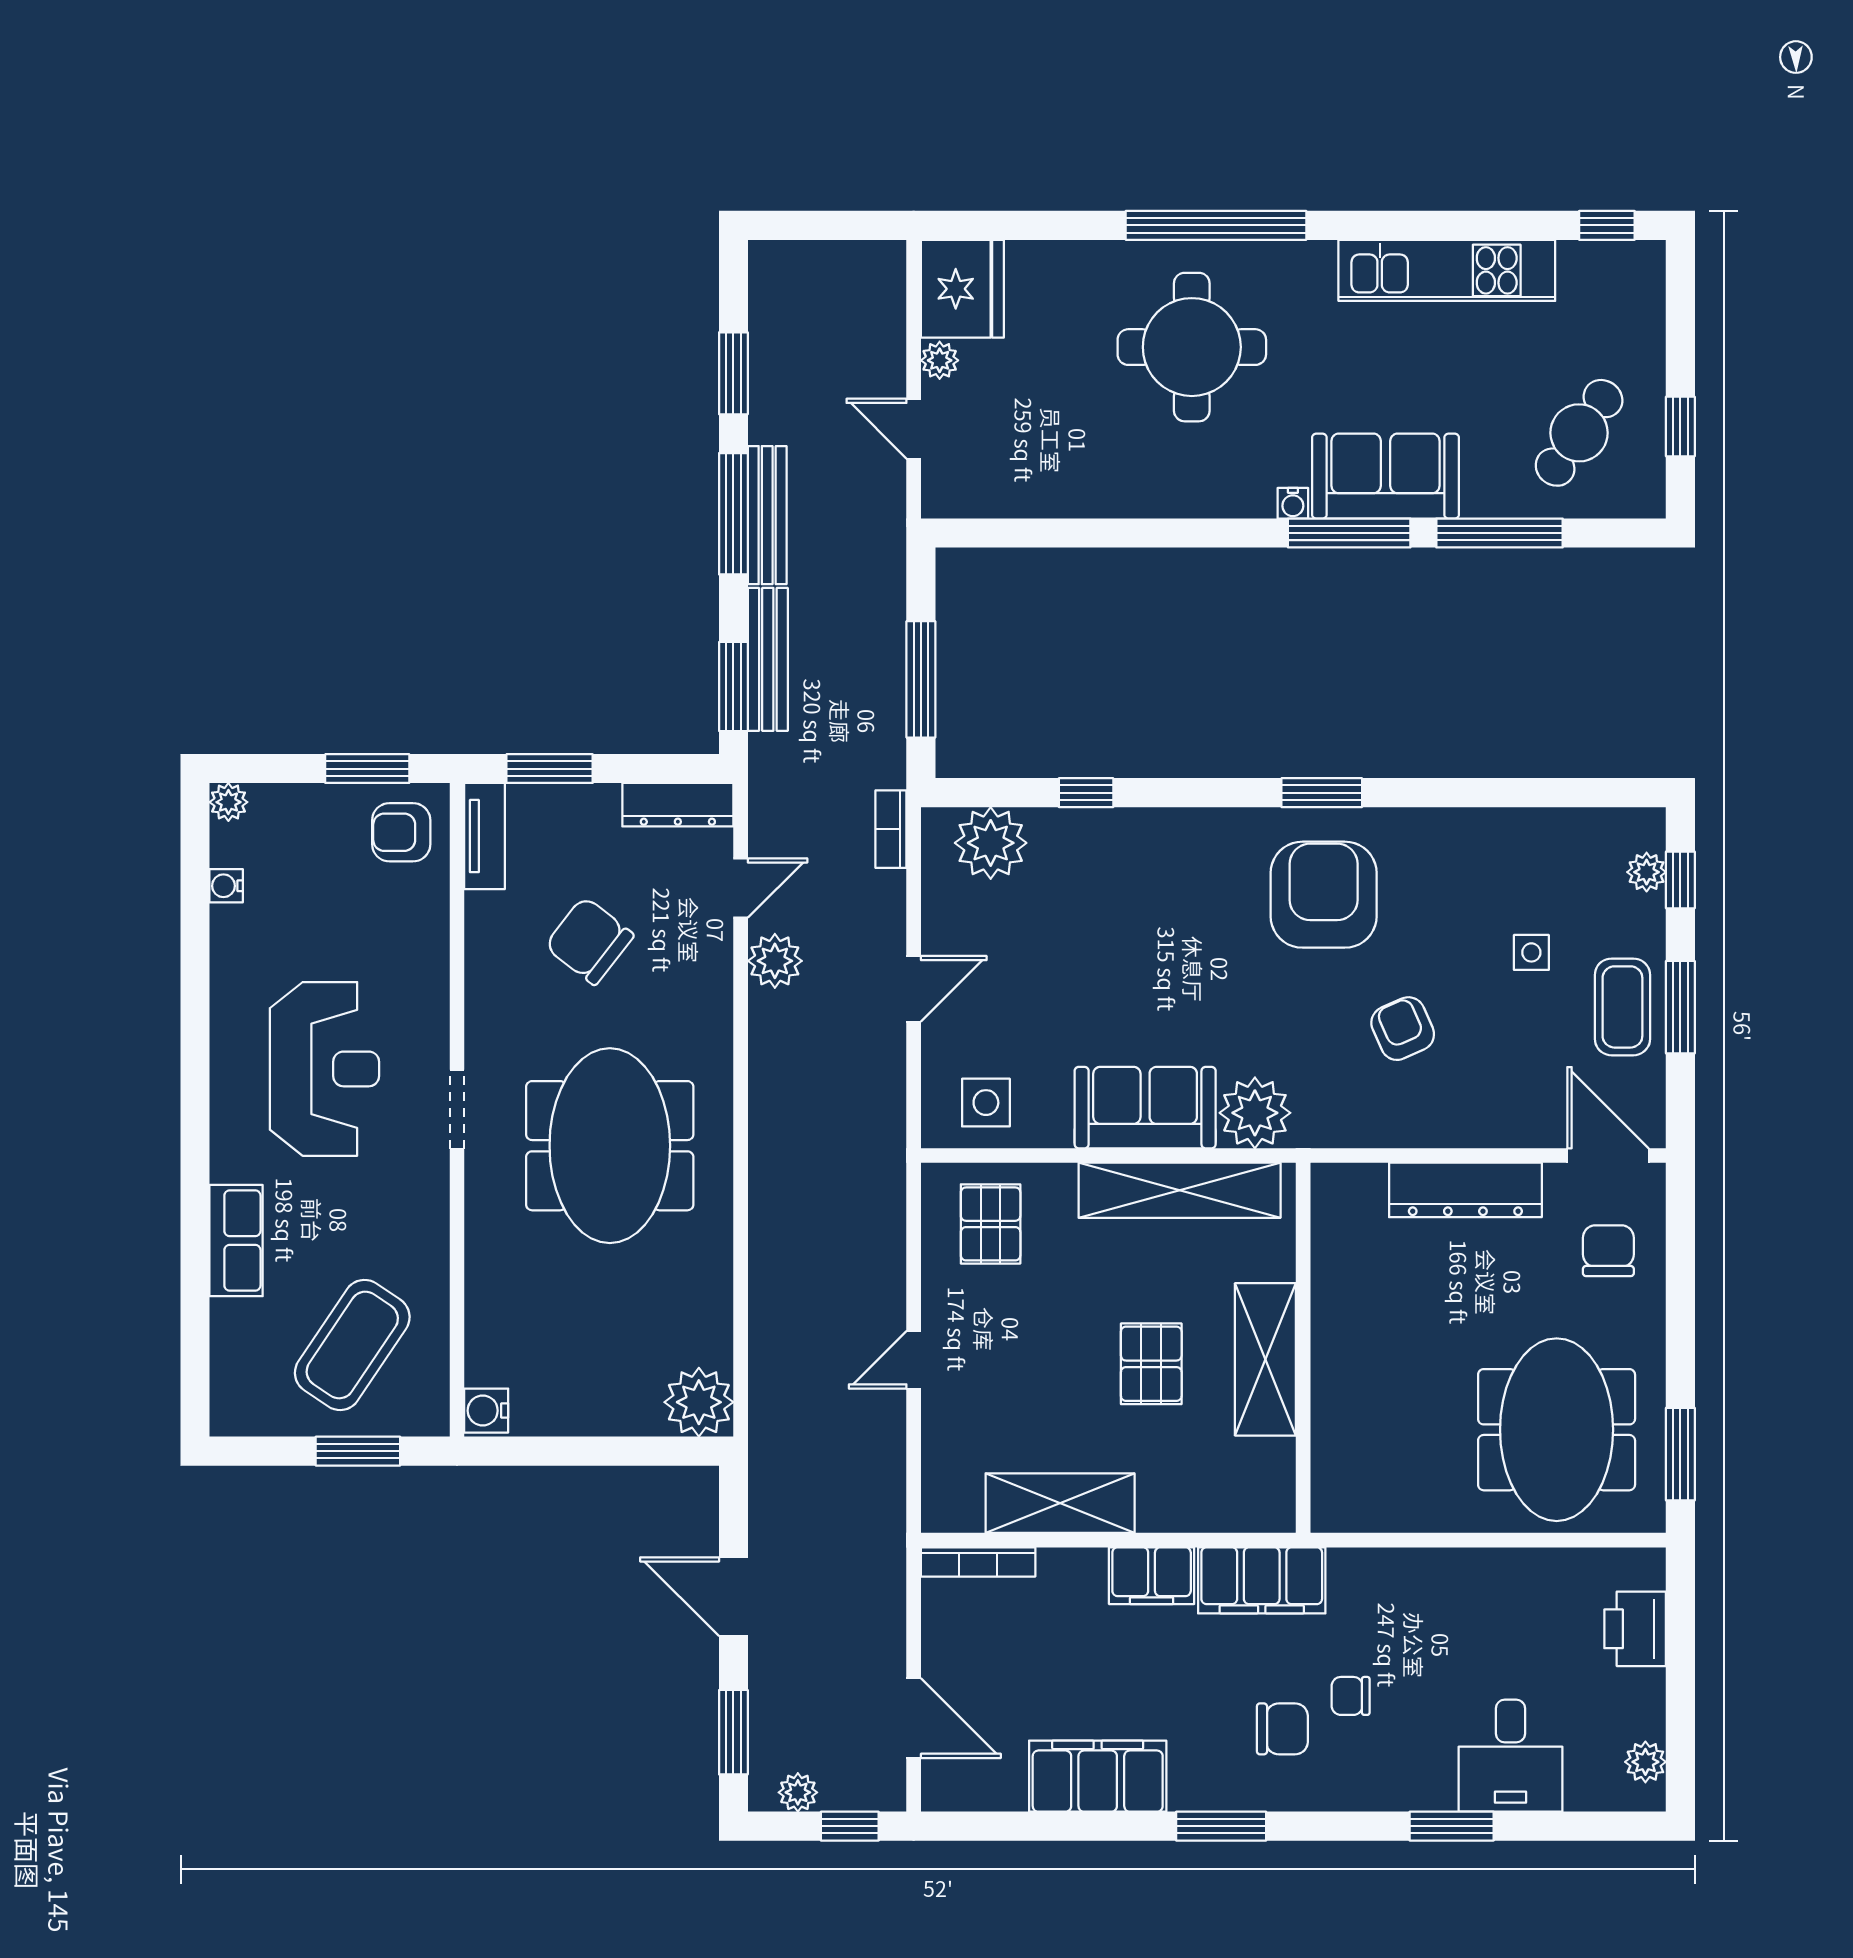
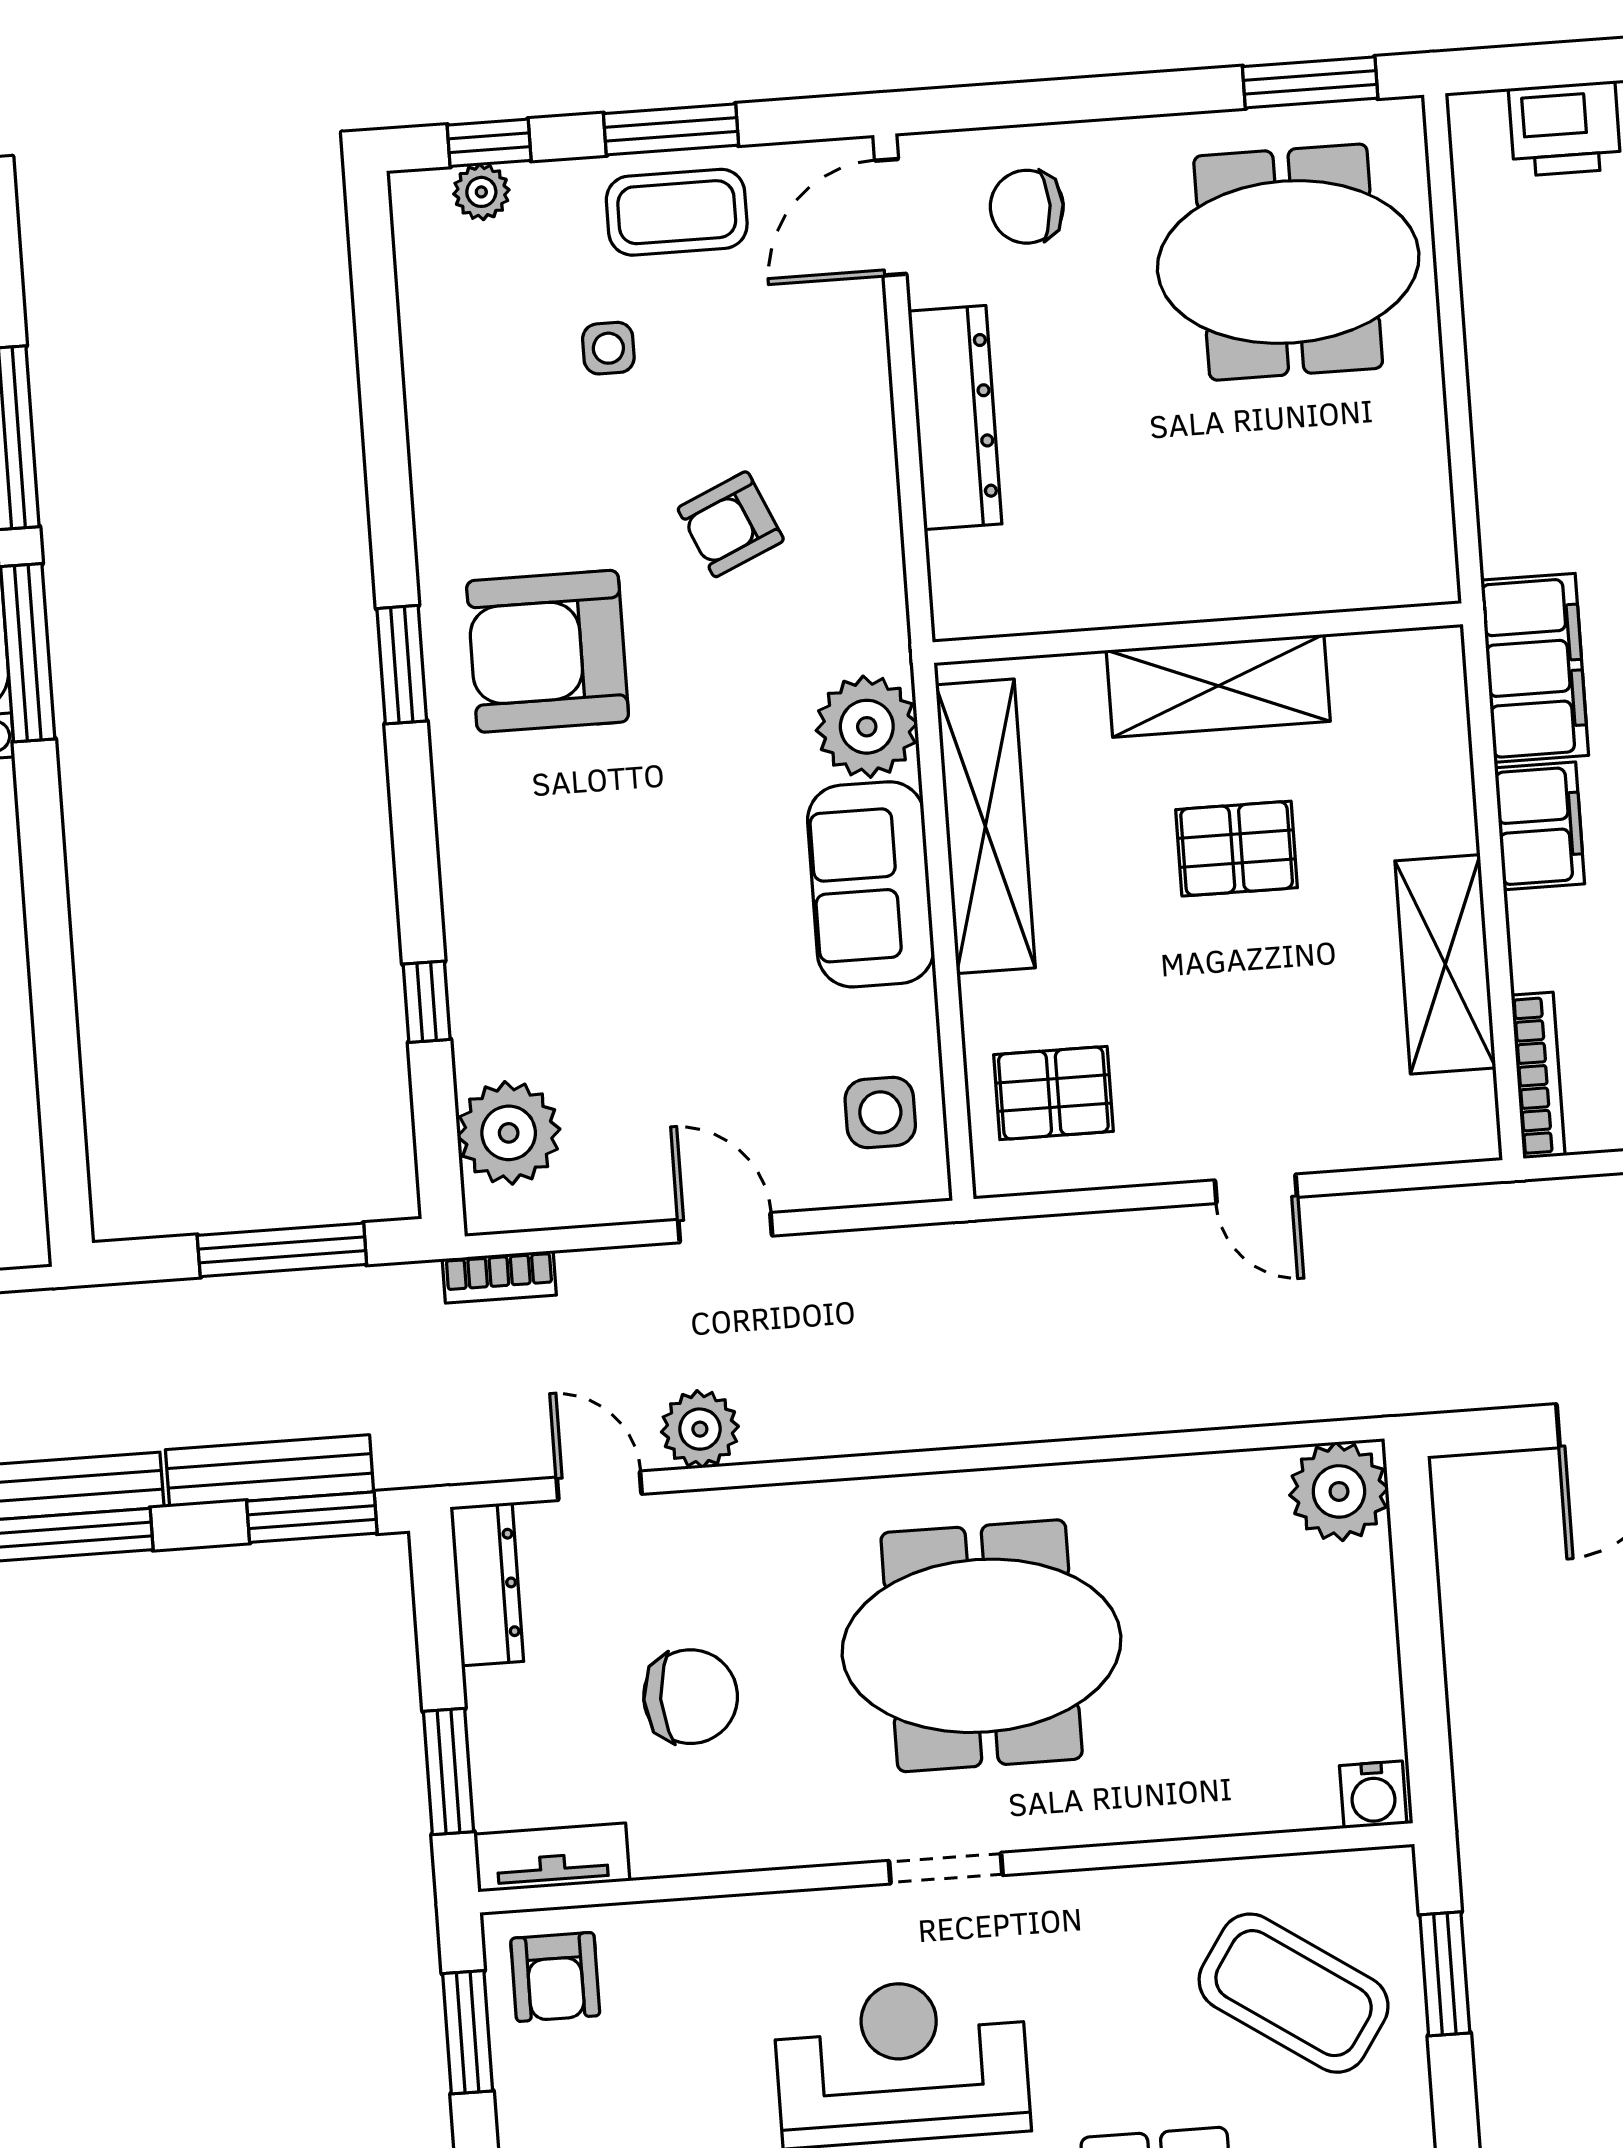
chair: (589, 941) -> (691, 1697), turned -128

